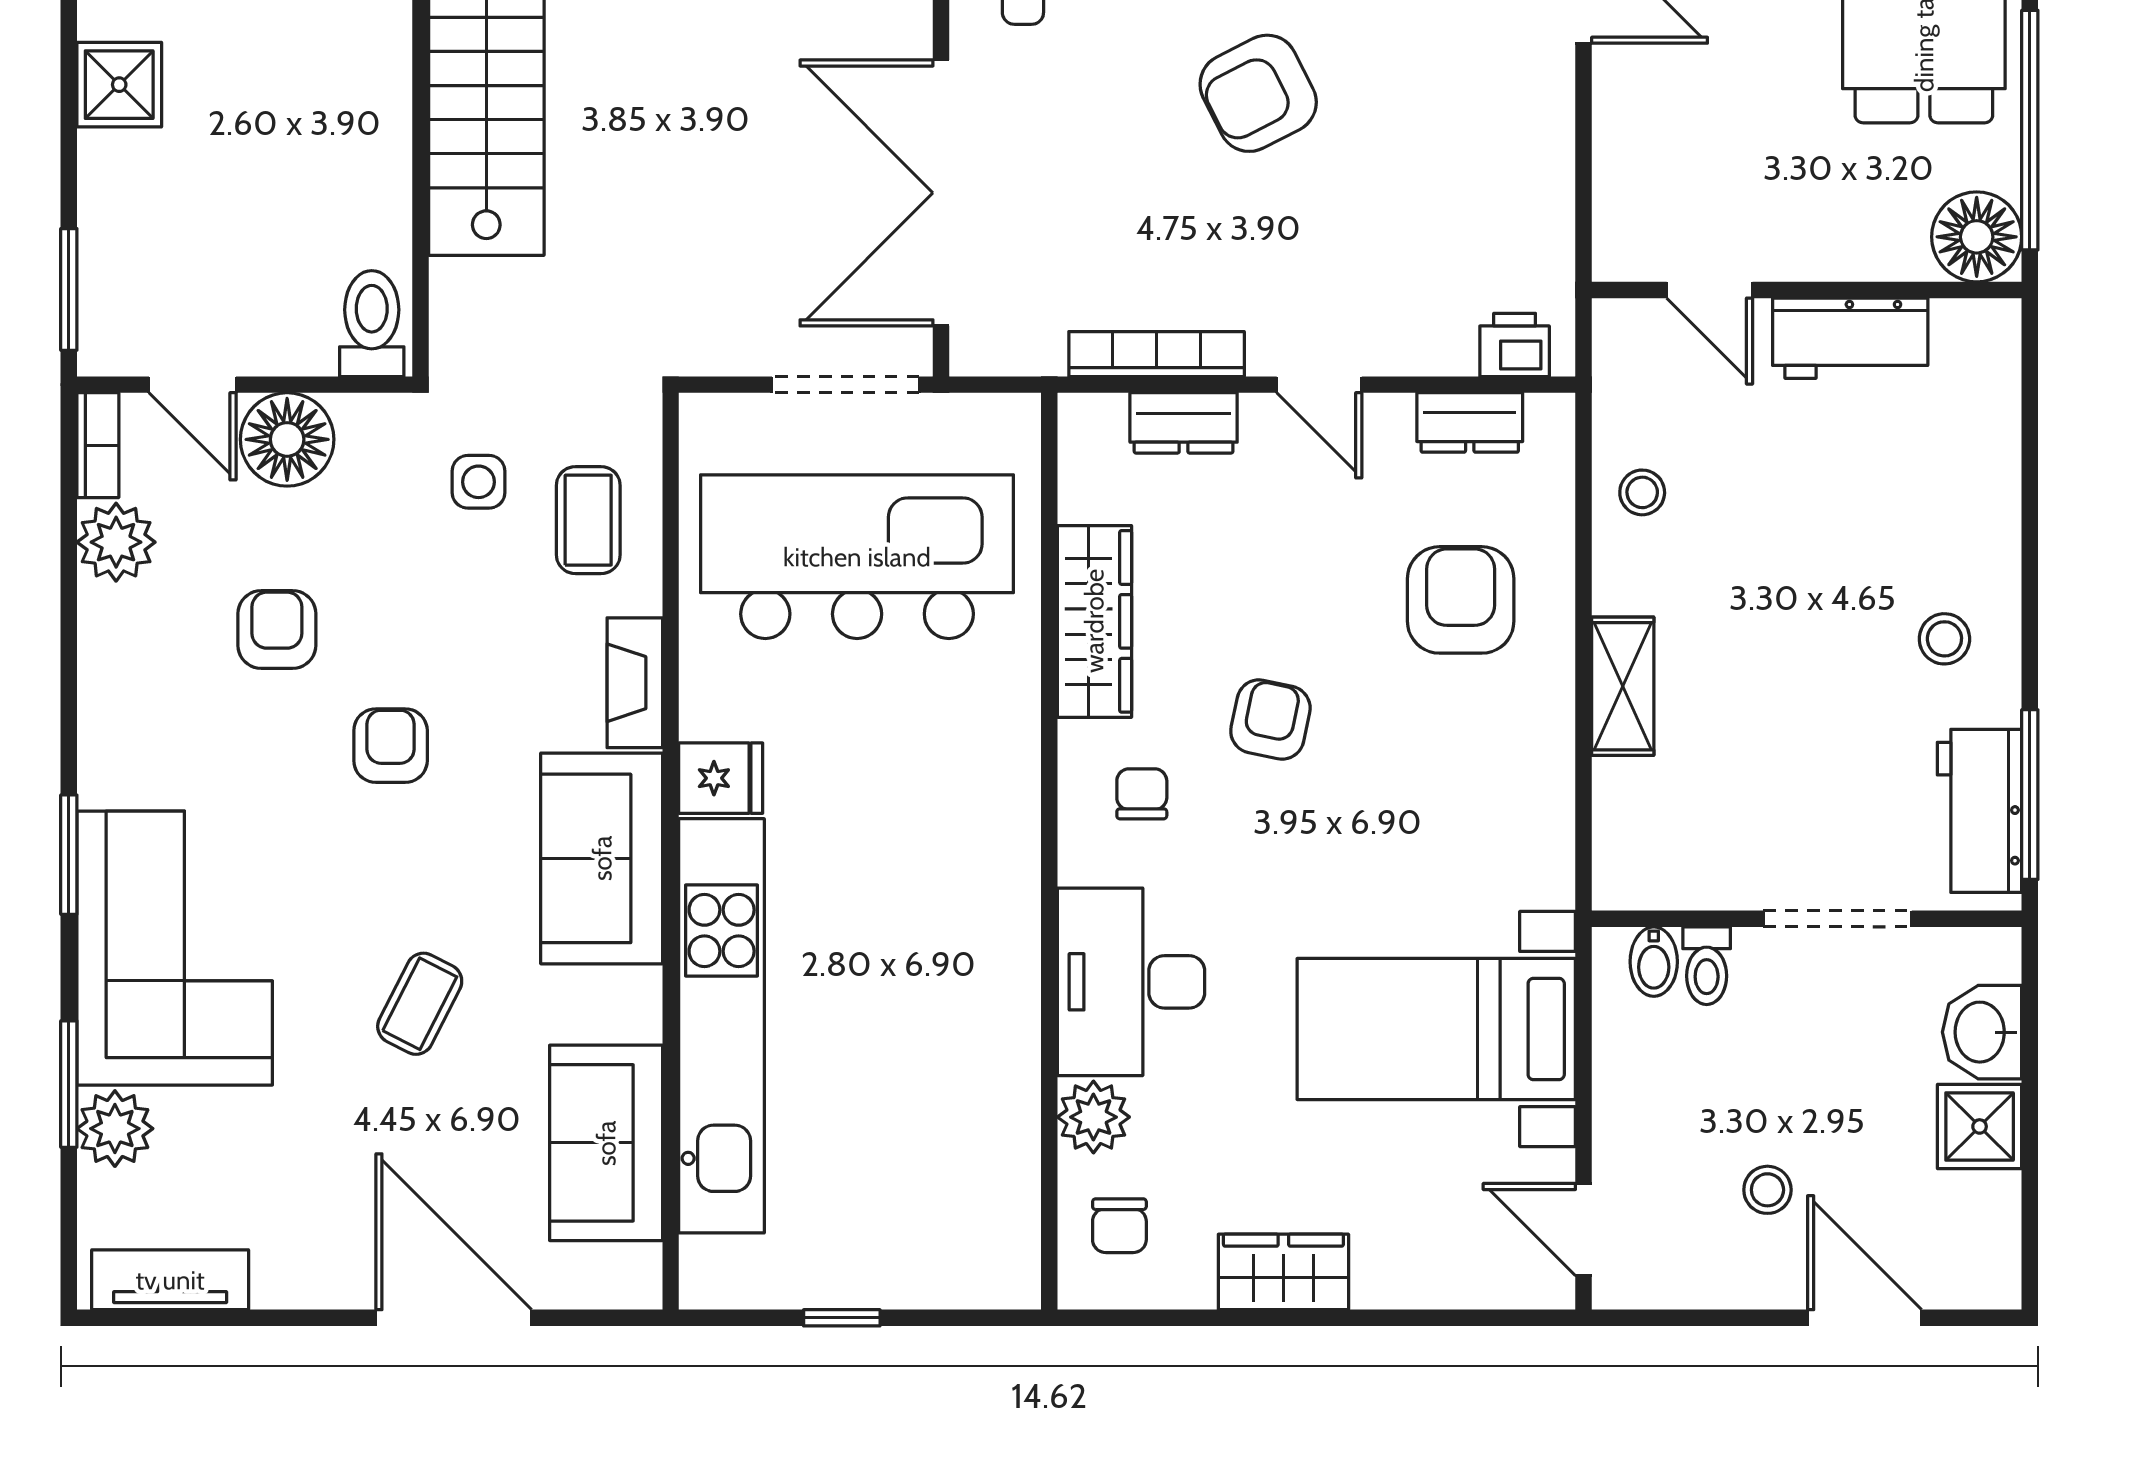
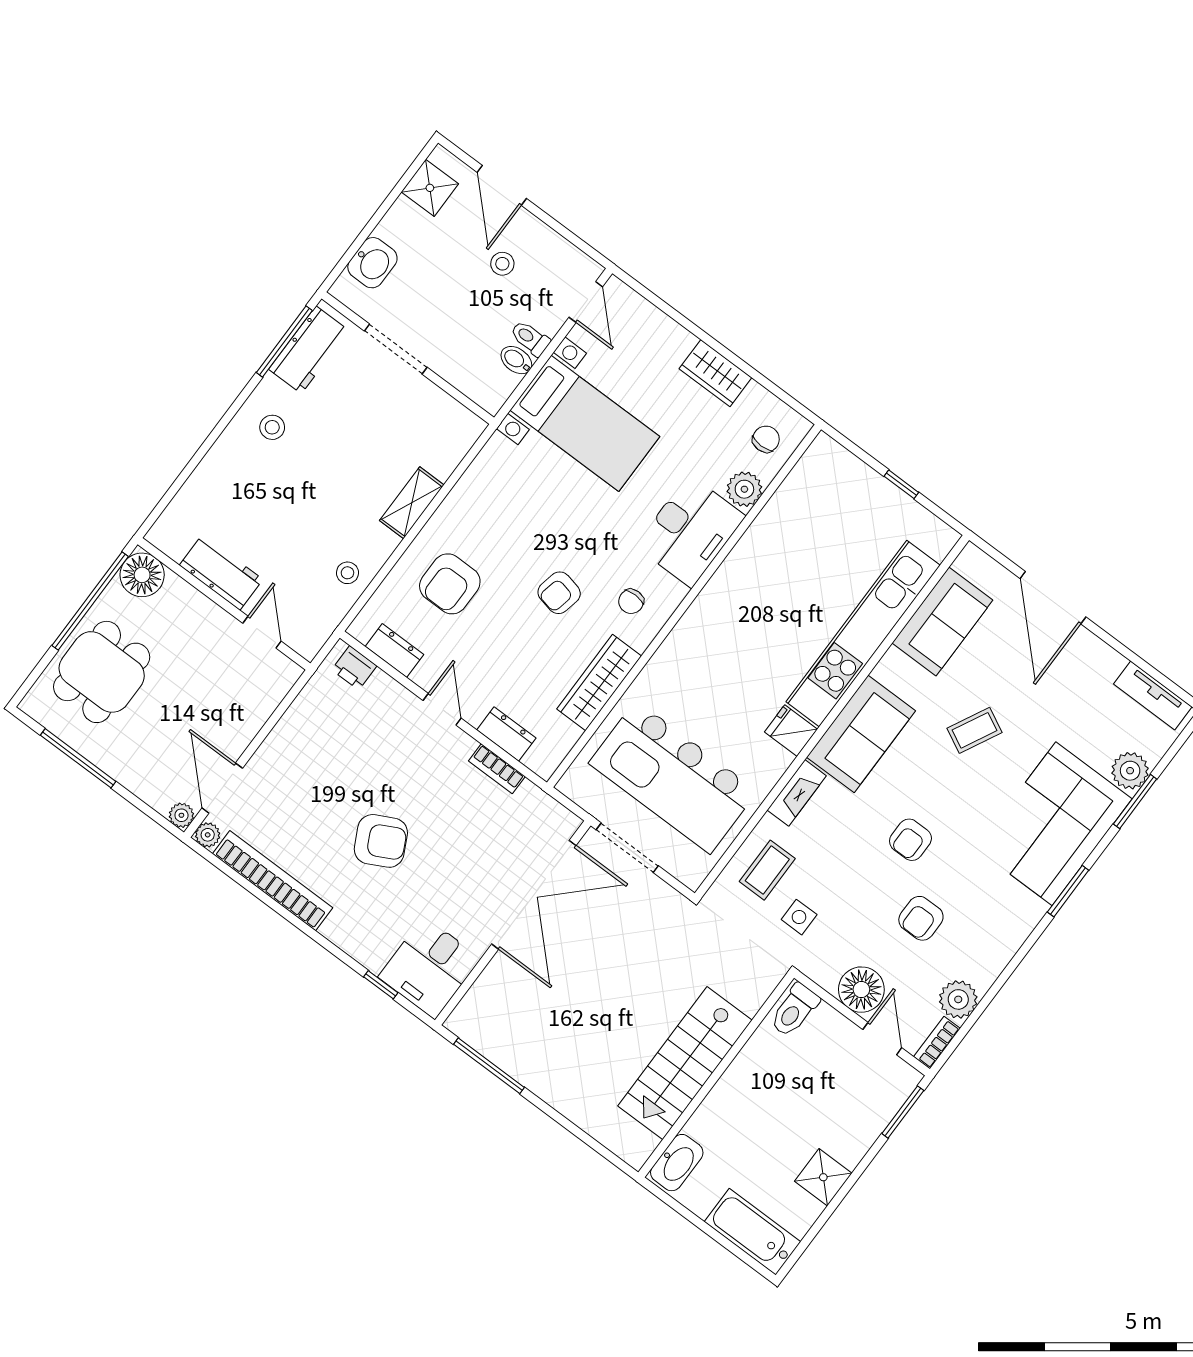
bookcase: (1157, 354) -> (497, 769), width x0.64
bidet: (1654, 962) -> (516, 360), moved, turned -90
toilet: (1707, 966) -> (530, 338), moved, turned -90
shower: (1980, 1126) -> (430, 188), moved

